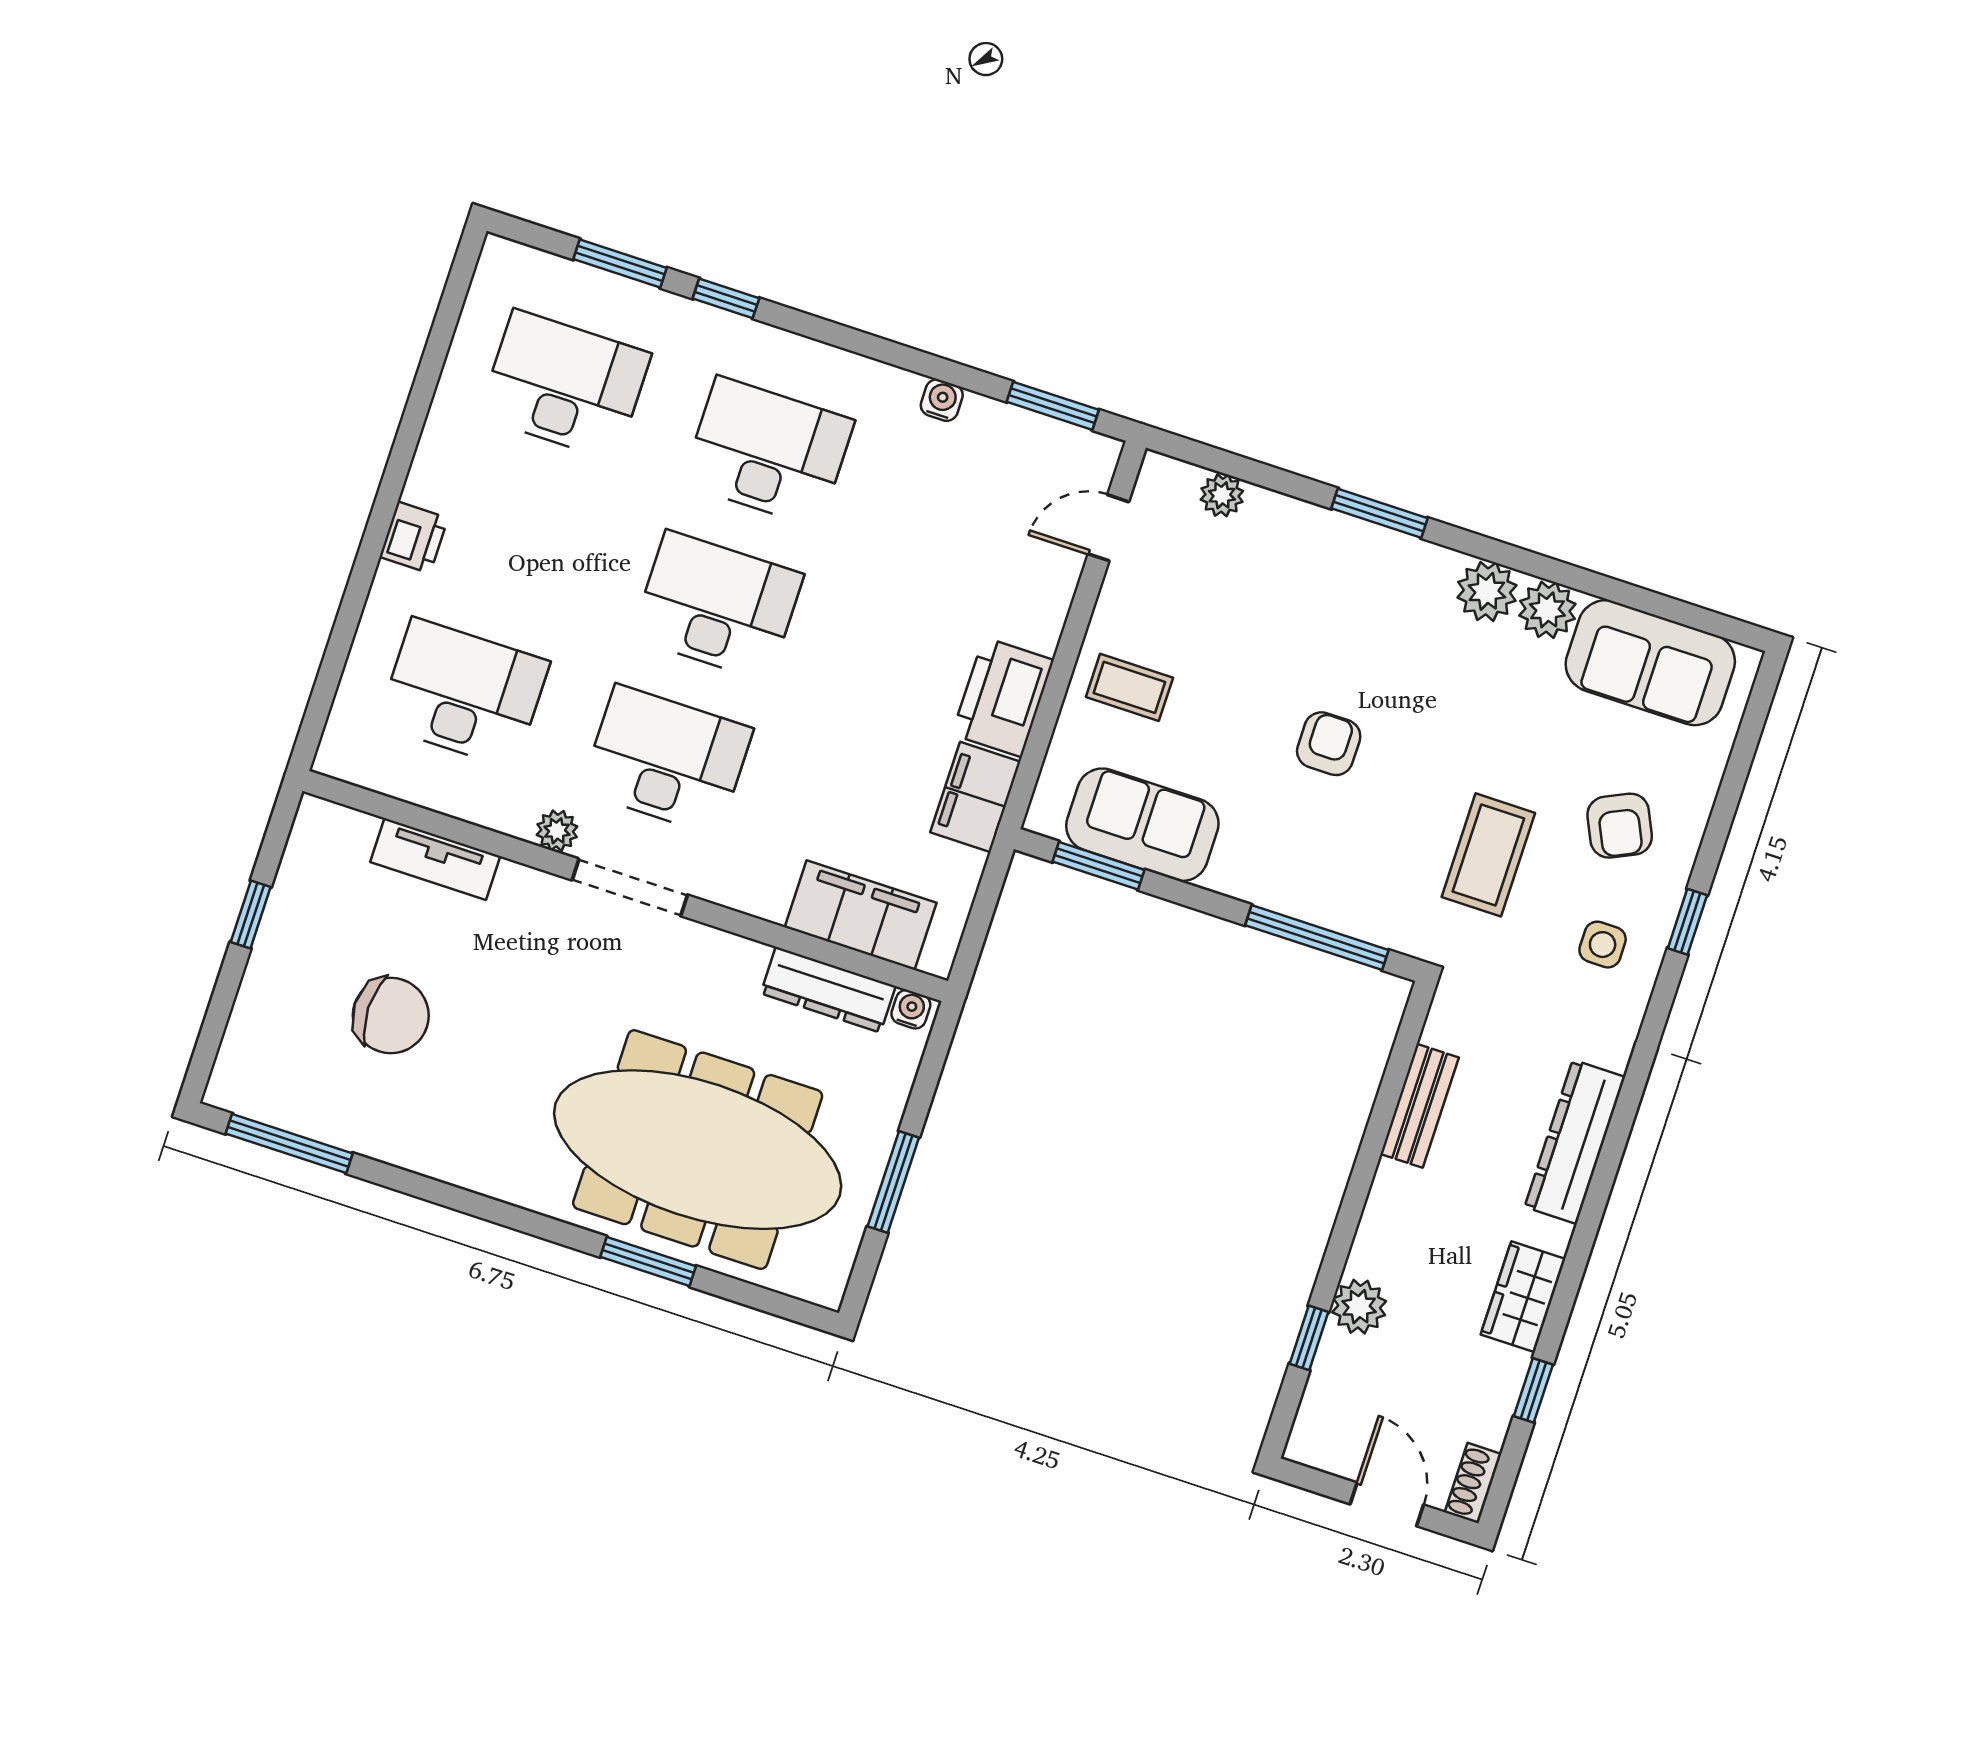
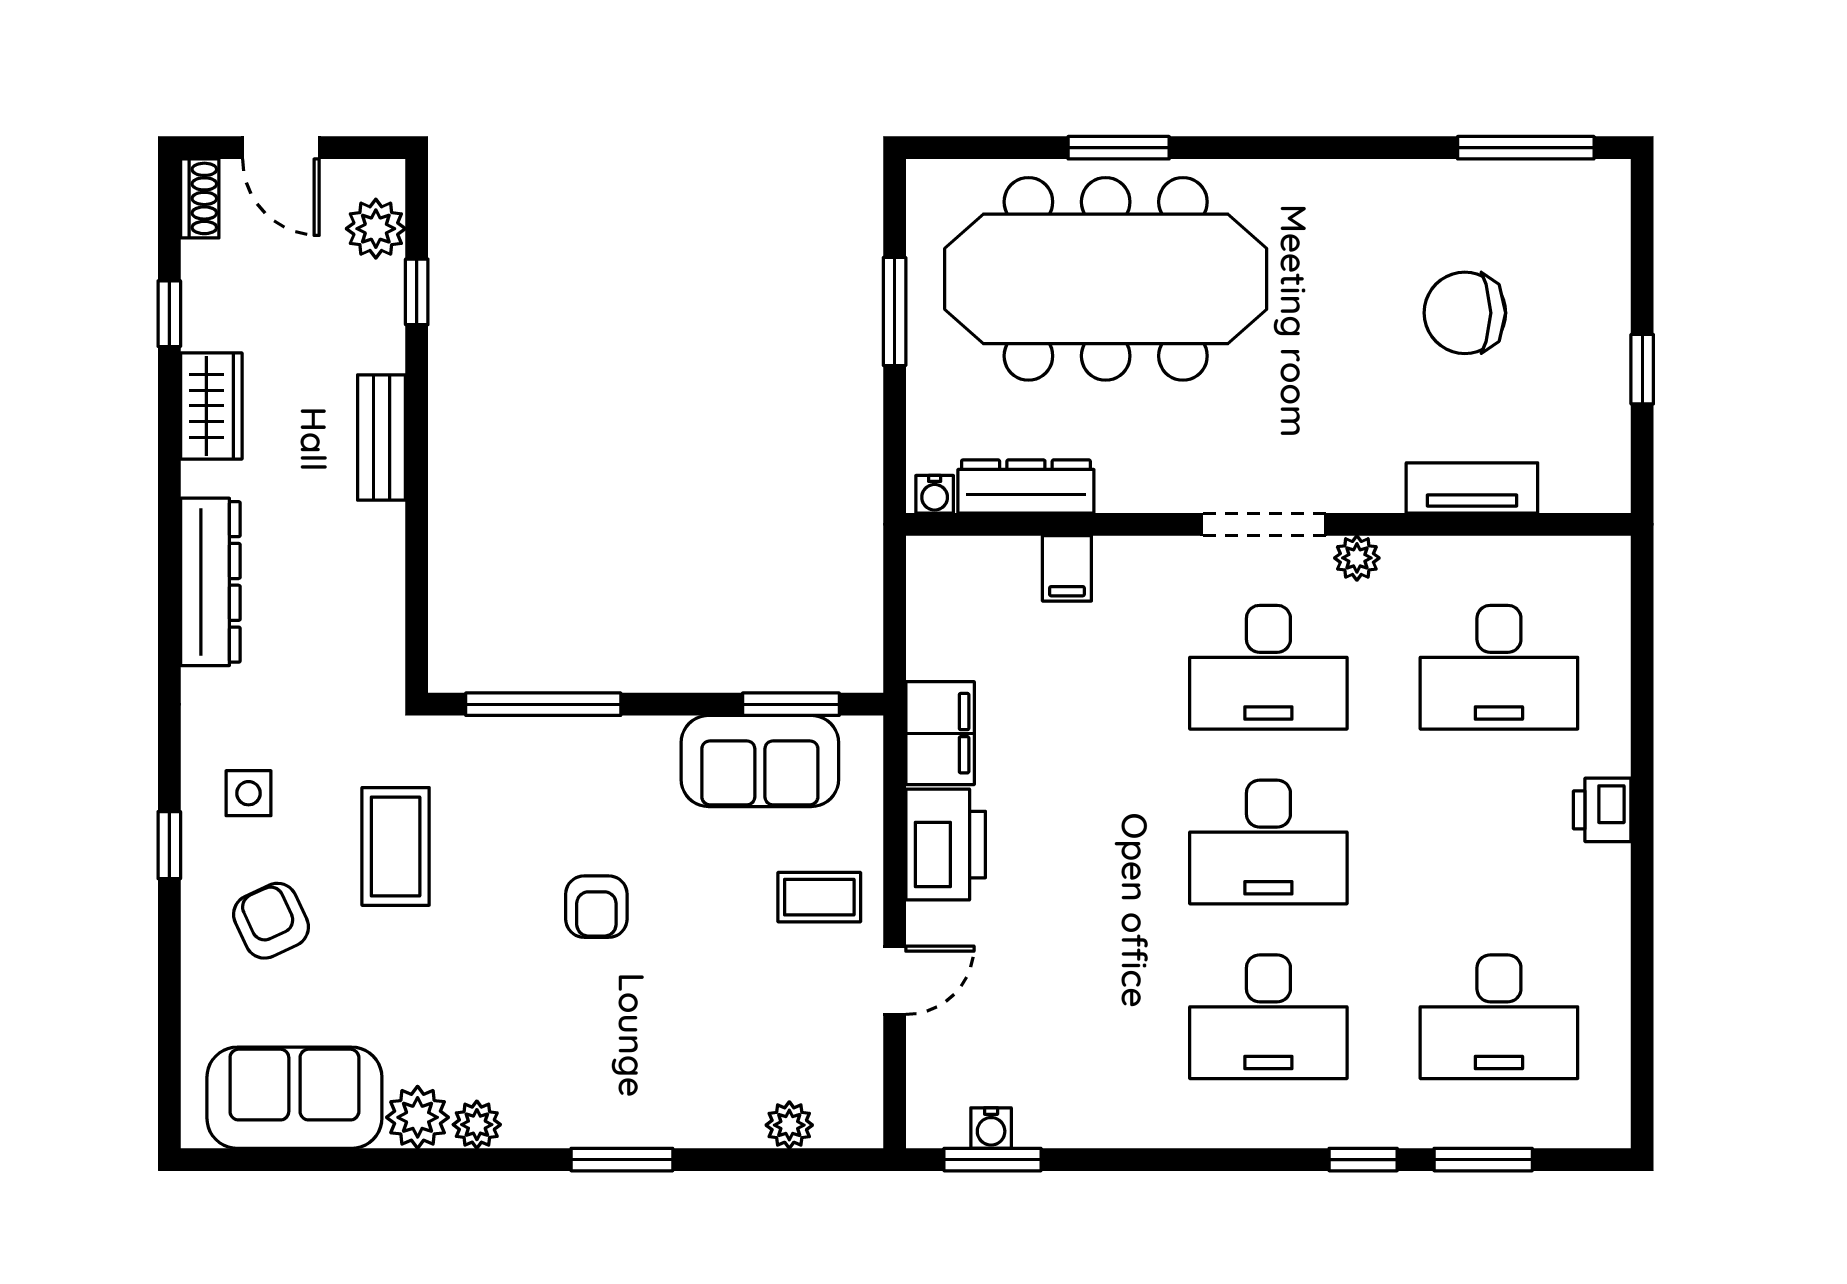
water cooler: (942, 400) -> (991, 1128), moved
door: (1108, 528) -> (895, 980), moved
plant: (1487, 591) -> (477, 1125), width x0.73, depth x0.73
filing cabinet: (861, 915) -> (1067, 568), width x0.33, depth x0.86
bench: (1420, 1106) -> (381, 437), moved
plant: (1359, 1307) -> (376, 229), moved

